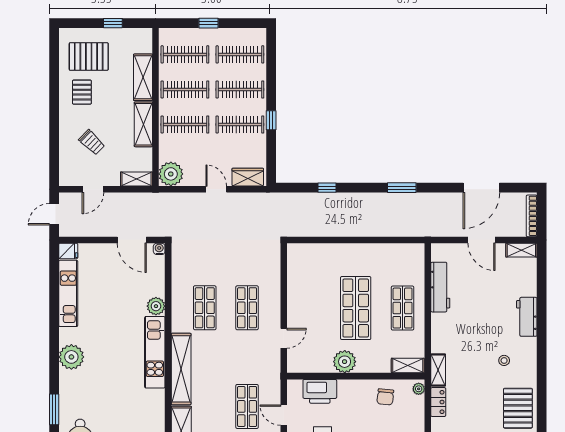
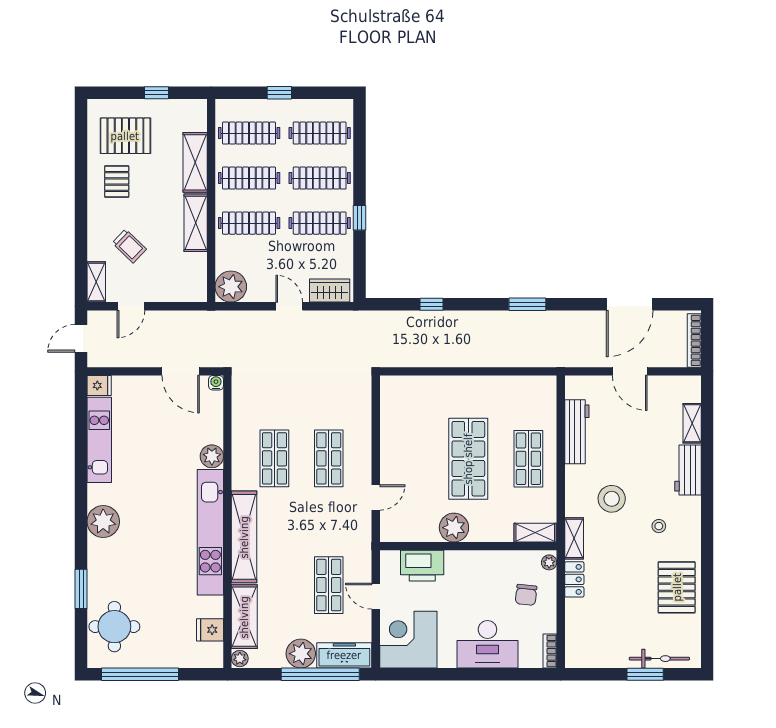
shelving: (137, 179) -> (96, 282), moved, turned 90
shelving: (521, 250) -> (692, 423), moved, turned 90
stool: (467, 339) -> (612, 499), added
kitchen unit: (155, 352) -> (210, 532), width x1.36
chair: (385, 397) -> (526, 595), moved

